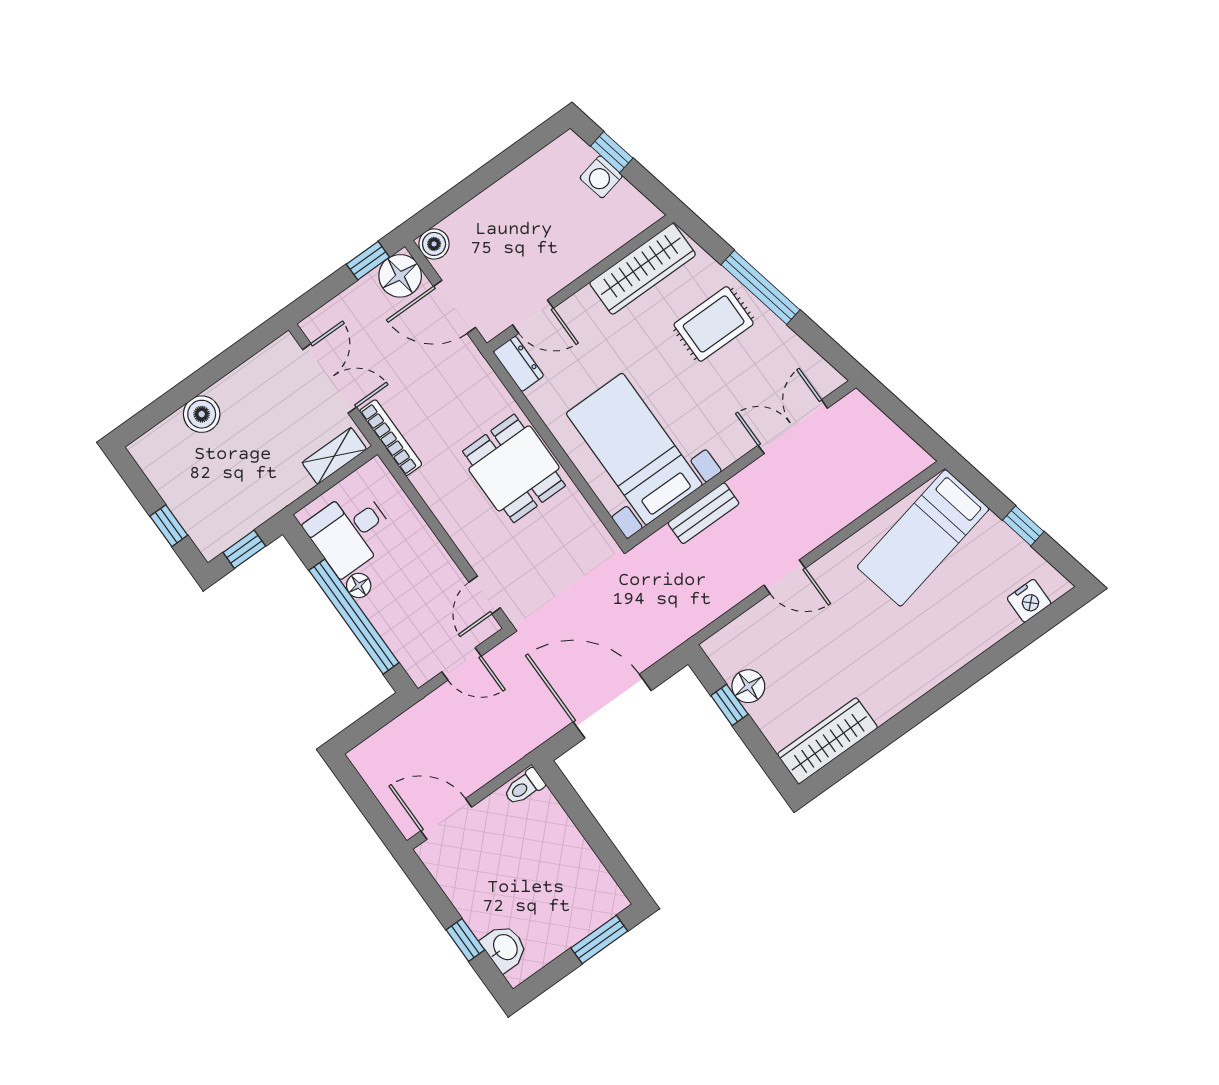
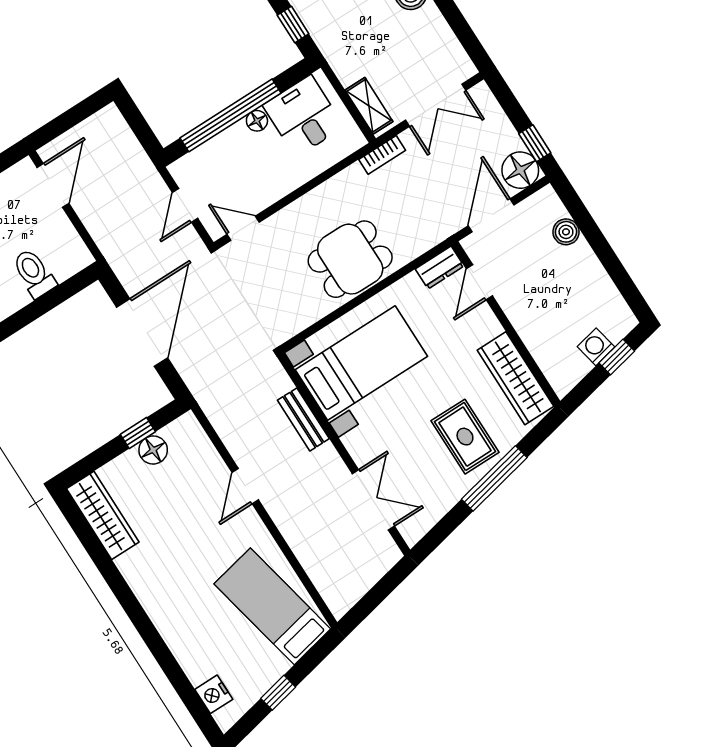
boiler: (434, 244) -> (566, 232), moved
bookcase: (391, 438) -> (382, 155), width x0.64
toilet: (524, 787) -> (34, 273), moved, width x1.37, depth x1.39

